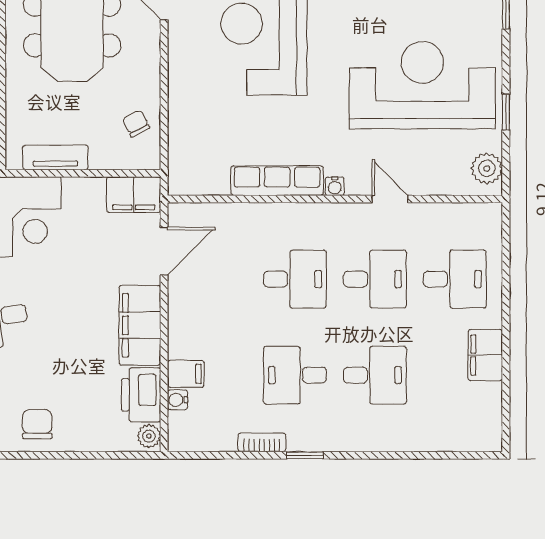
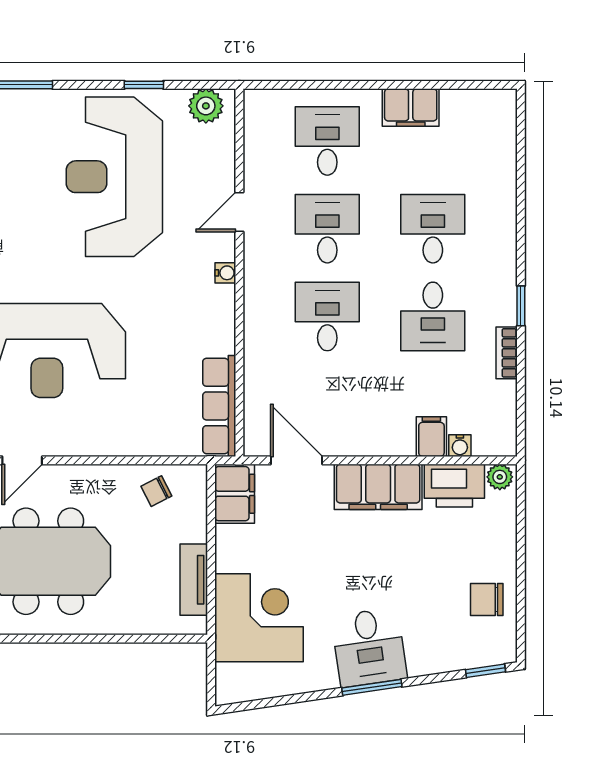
row of seats: (277, 181) -> (219, 406), moved

